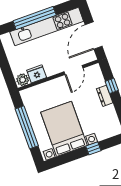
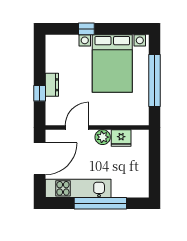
kitchen unit: (47, 27) -> (78, 188), width x0.73
plant: (23, 80) -> (103, 137), moved

